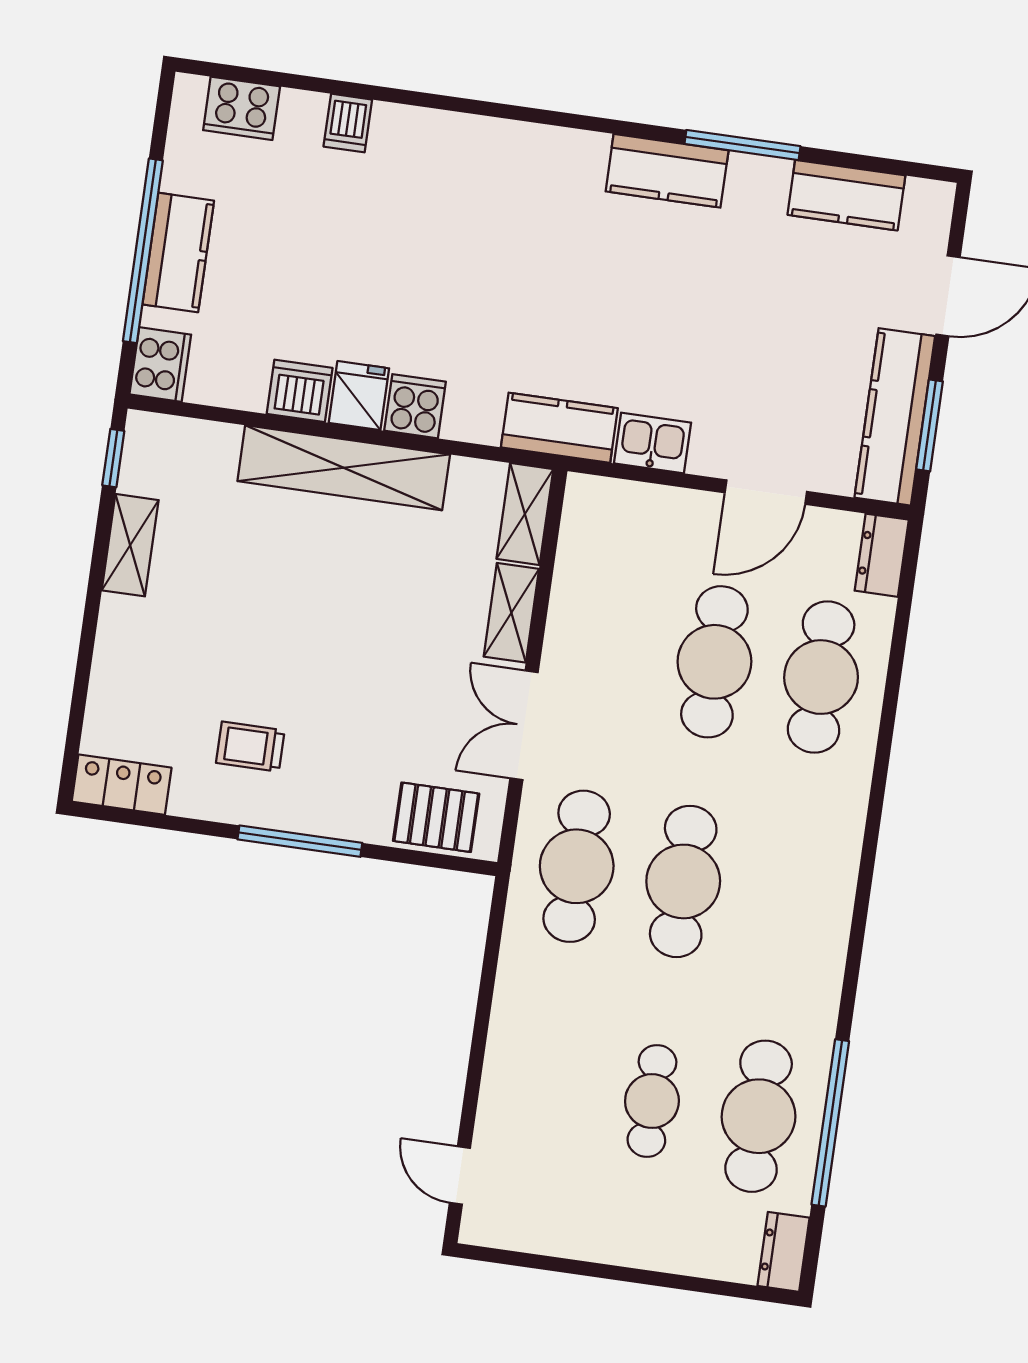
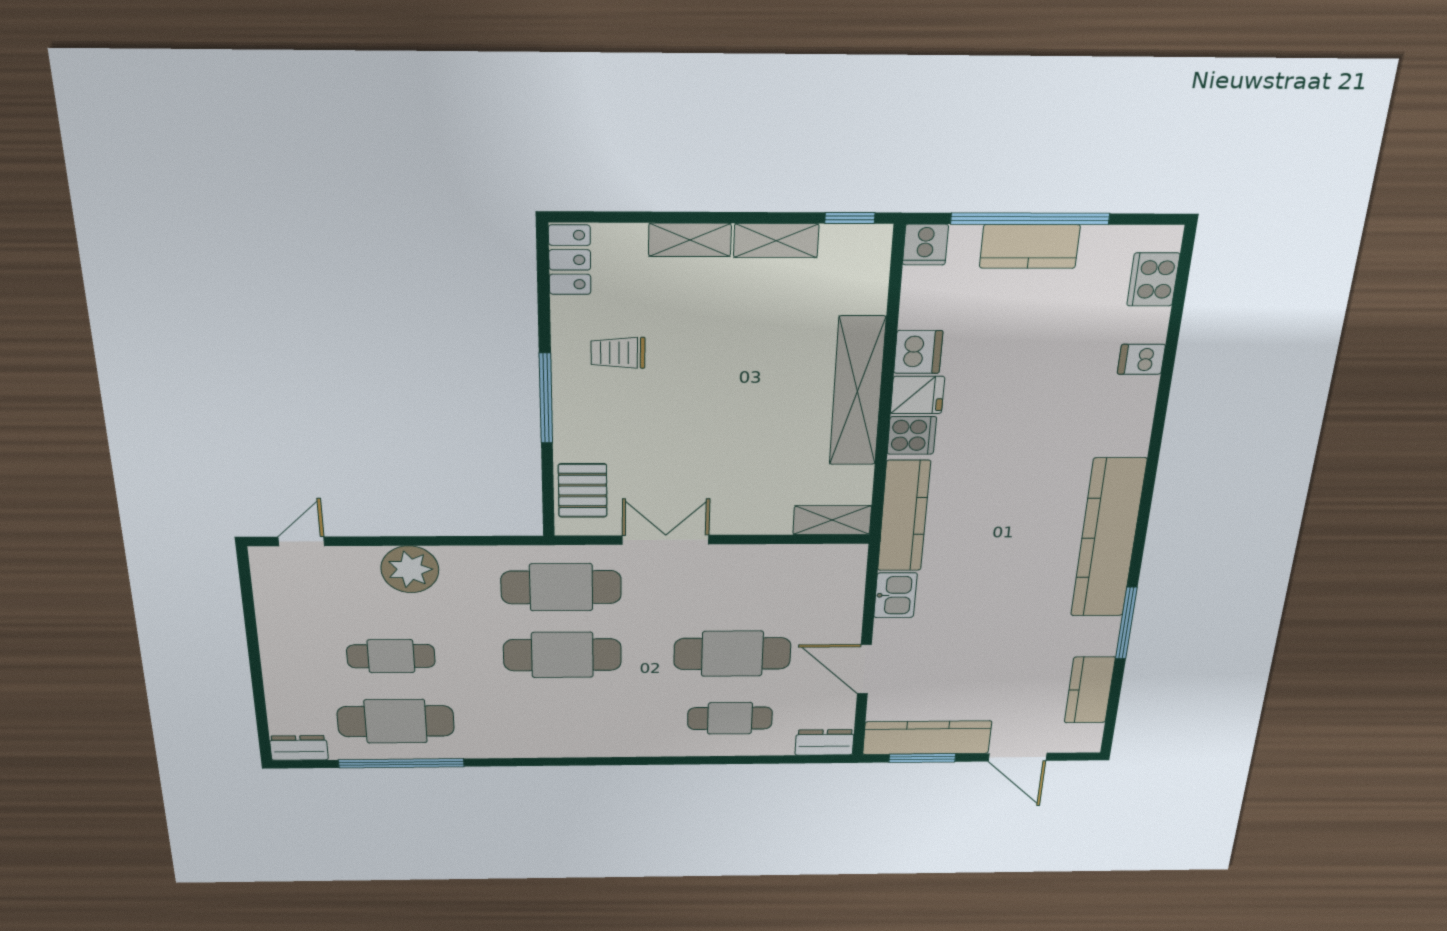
kitchen counter: (667, 171) -> (1108, 538), width x2.08, depth x1.17
cooker: (160, 364) -> (925, 245), width x0.73
kitchen counter: (559, 428) -> (904, 516), width x1.50
shelving: (511, 613) -> (690, 240), moved
cafe table: (821, 677) -> (730, 718), width x0.73, depth x0.74
trolley: (250, 747) -> (618, 353), turned -90
plant: (521, 1050) -> (410, 569), added

